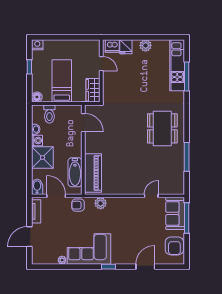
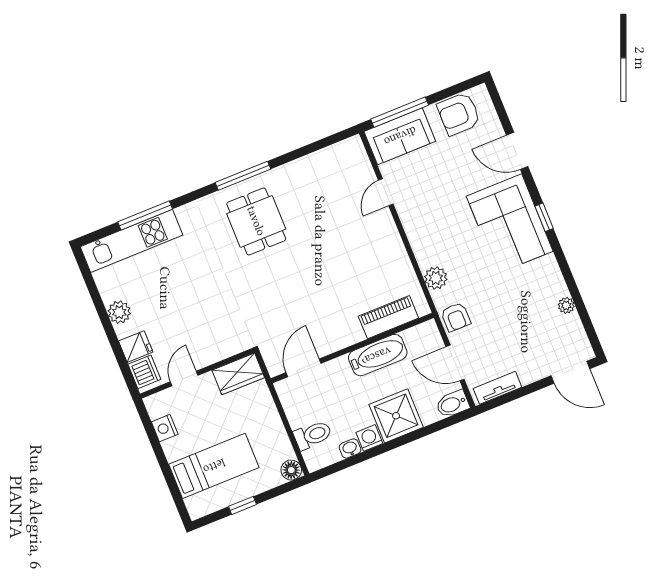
nightstand: (37, 45) -> (165, 428), moved
bed: (62, 81) -> (214, 466), moved, turned 180
dining table: (162, 128) -> (256, 221), width x0.73
window: (187, 157) -> (243, 176), moved
bathtub: (75, 172) -> (378, 355), moved
piano: (93, 173) -> (388, 317), width x0.73, depth x0.75
door: (56, 196) -> (455, 363), hinge flipped
door: (151, 196) -> (386, 192), hinge flipped
door: (29, 237) -> (570, 372), moved
armchair: (174, 246) -> (459, 114), turned 180
corner sofa: (89, 249) -> (510, 224), moved

